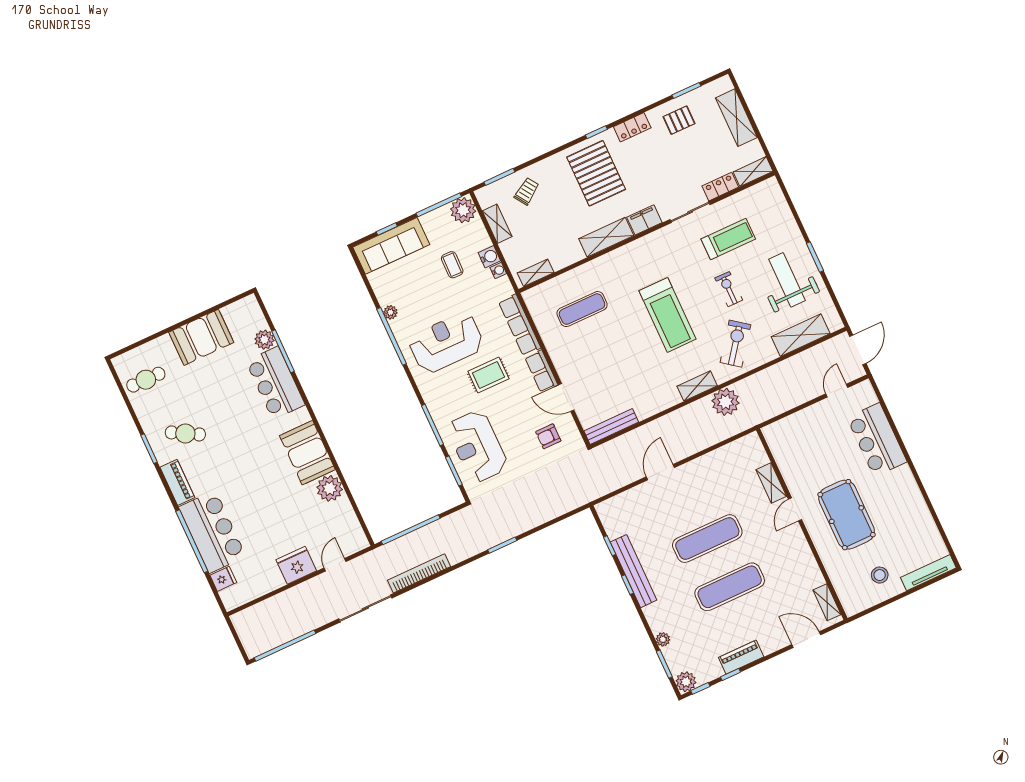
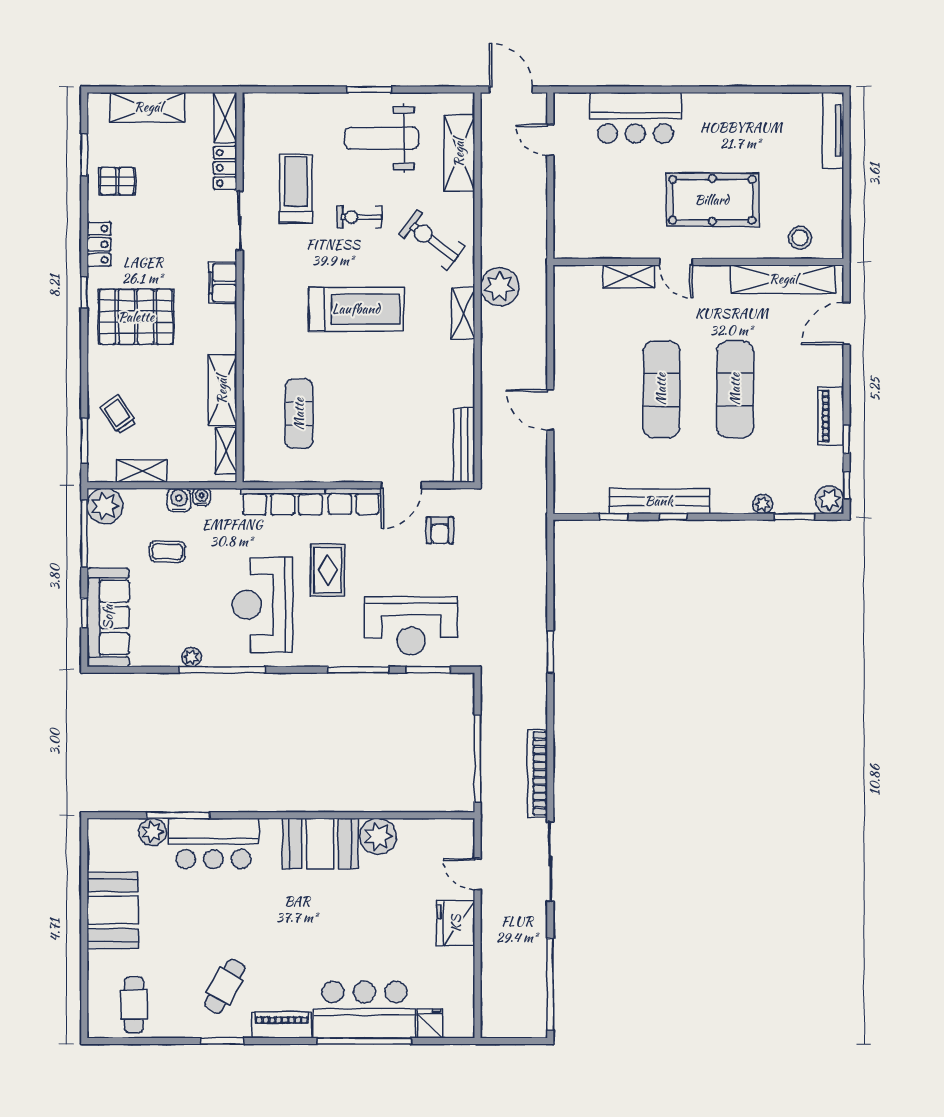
pallet: (679, 120) -> (117, 181), turned 90
shelving: (606, 237) -> (222, 390), moved
stool: (880, 575) -> (800, 238), moved
shelving: (827, 602) -> (783, 279), width x2.20, depth x1.33

